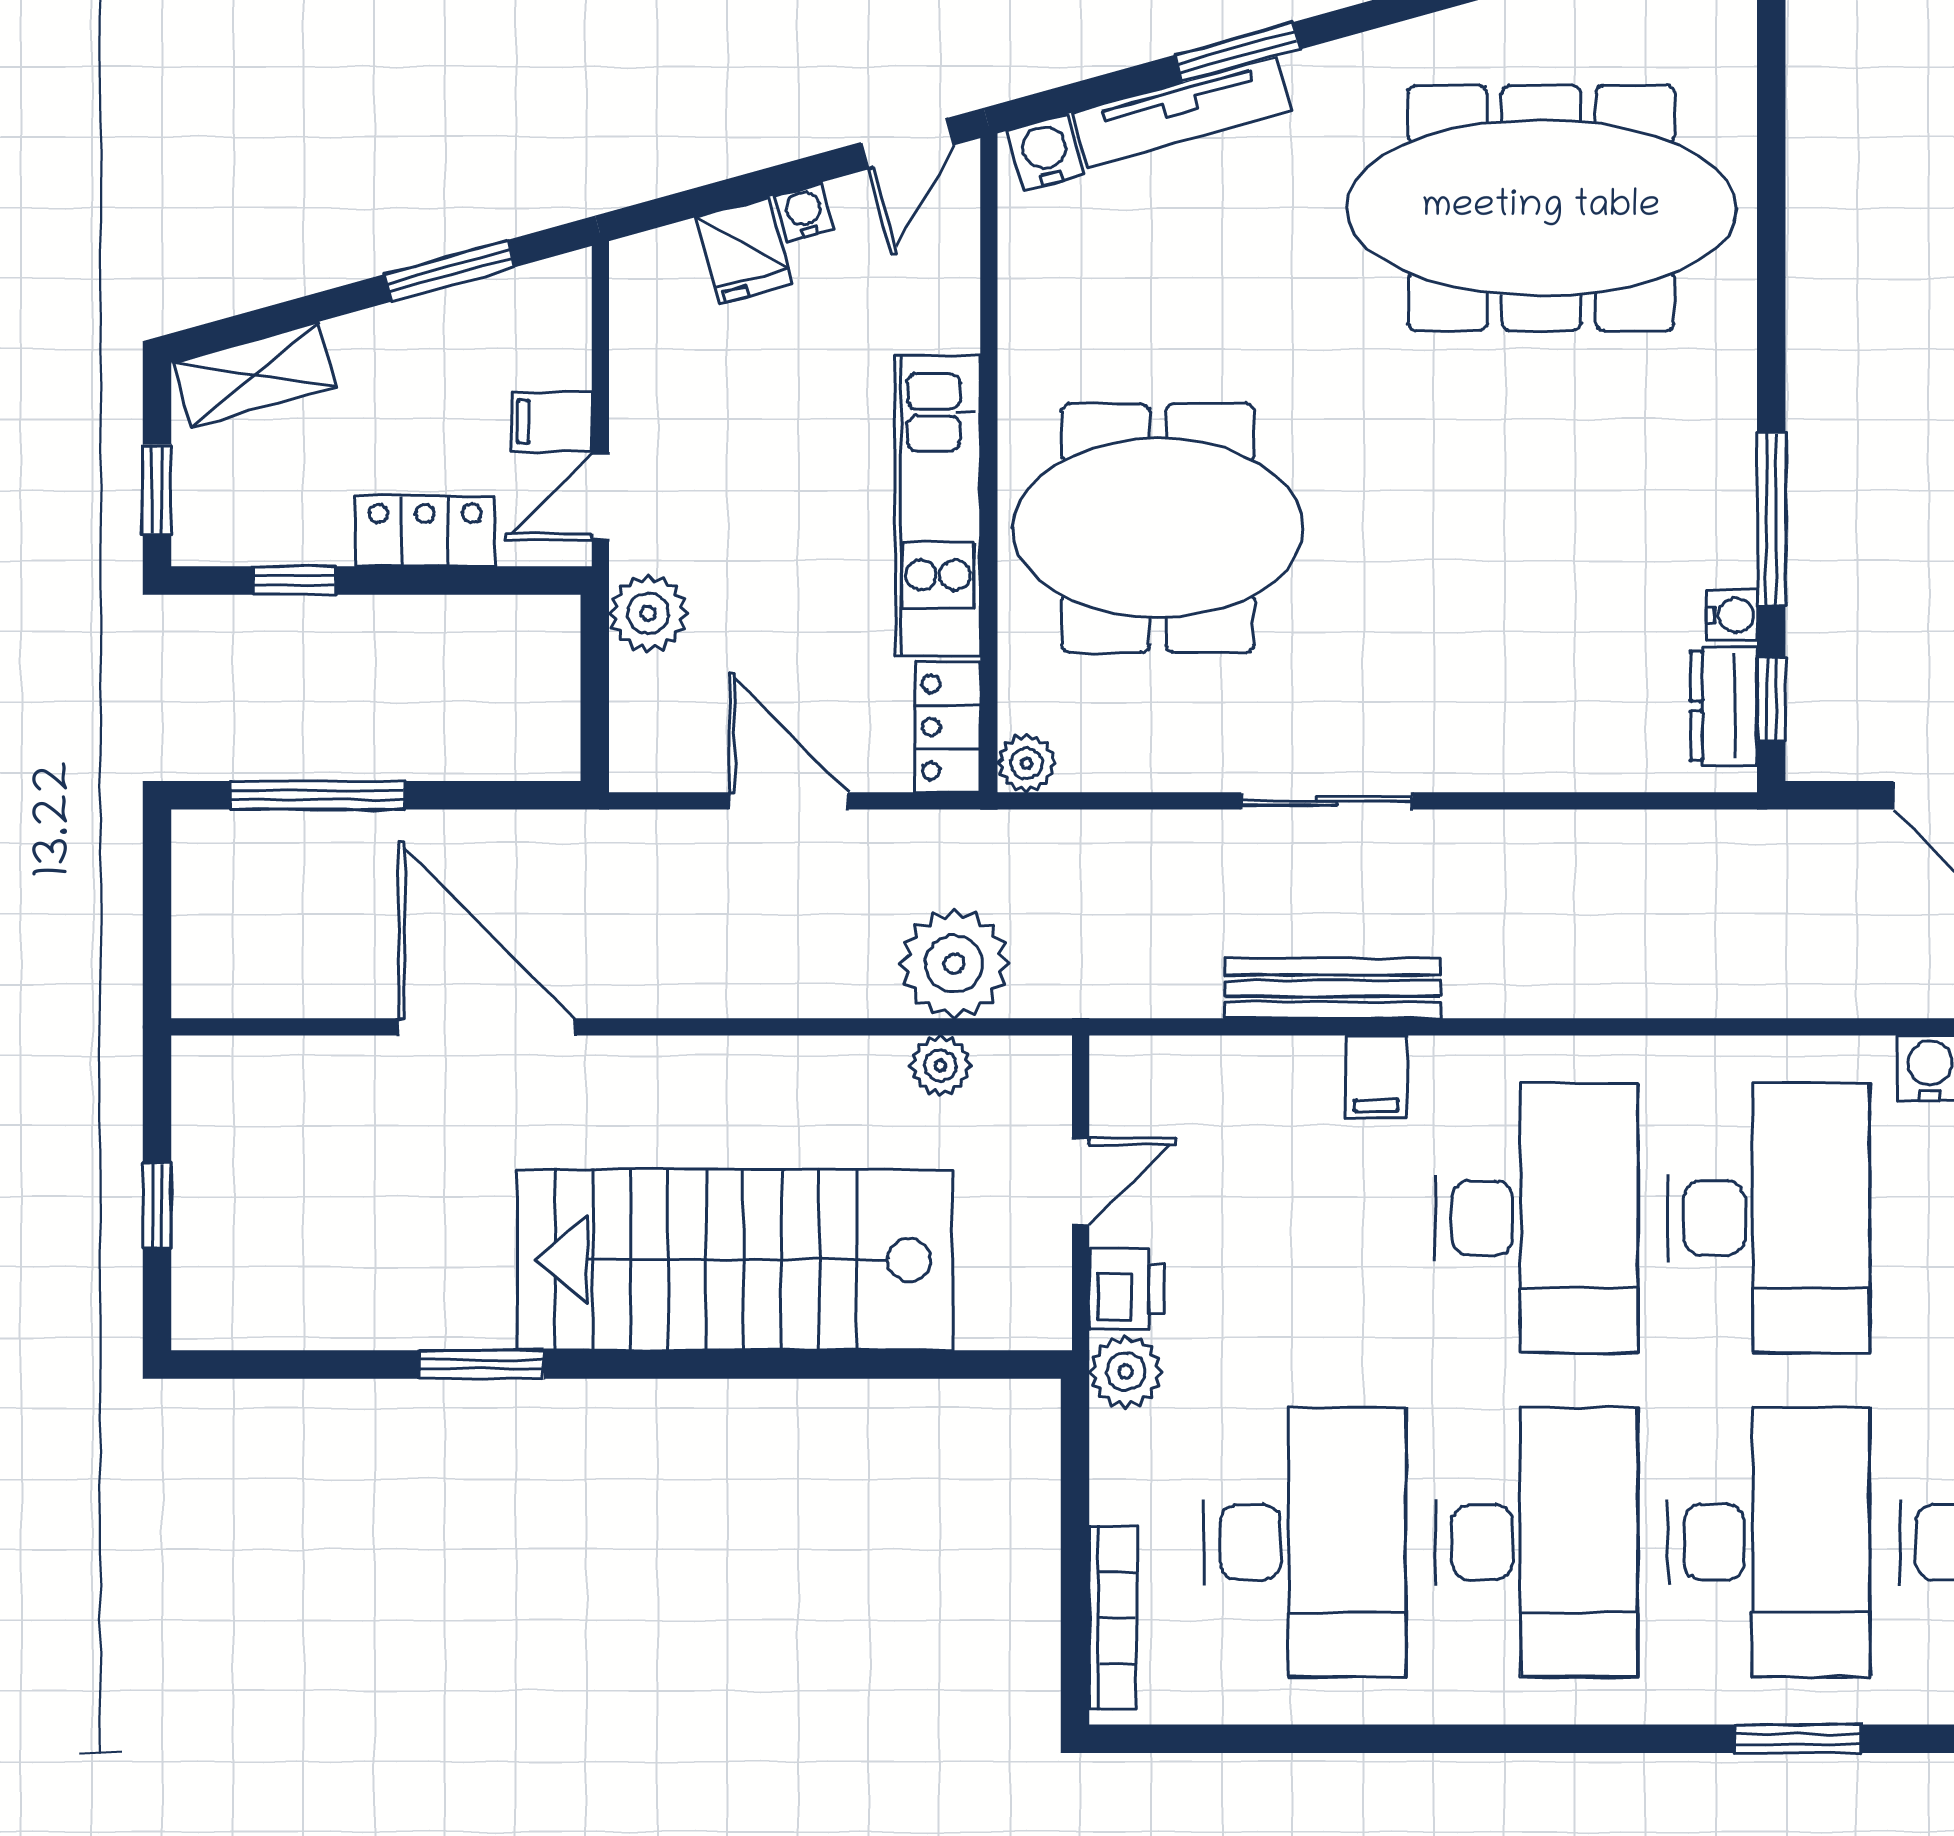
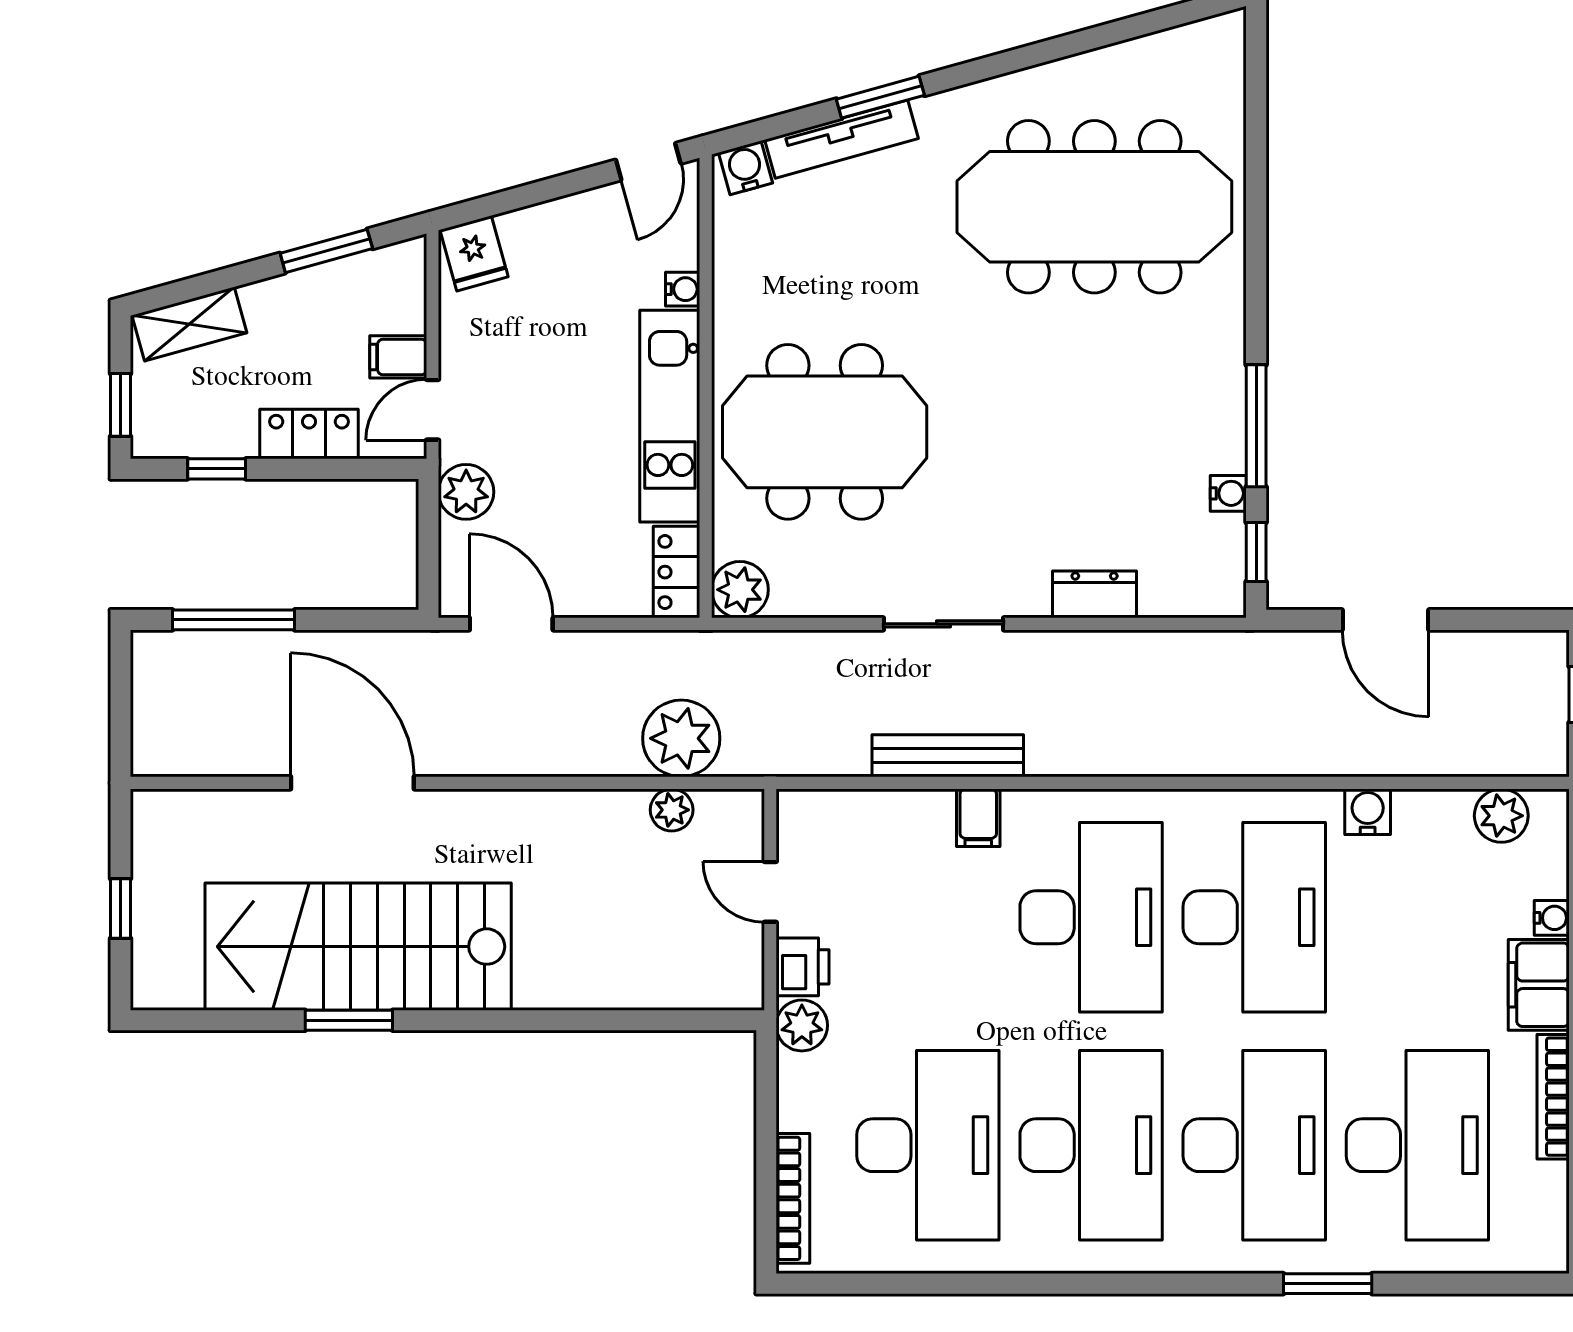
water cooler: (804, 212) -> (683, 289), moved, turned 106
fridge: (744, 250) -> (474, 253), moved
dresser: (1724, 706) -> (1095, 594), moved, turned 90
plant: (1027, 763) -> (740, 590), width x1.38, depth x1.38
door: (788, 801) -> (511, 624), moved
door: (1081, 1182) -> (770, 892), swing flipped
stairs: (735, 1260) -> (358, 947), moved
window: (1798, 1739) -> (1328, 1284), moved

